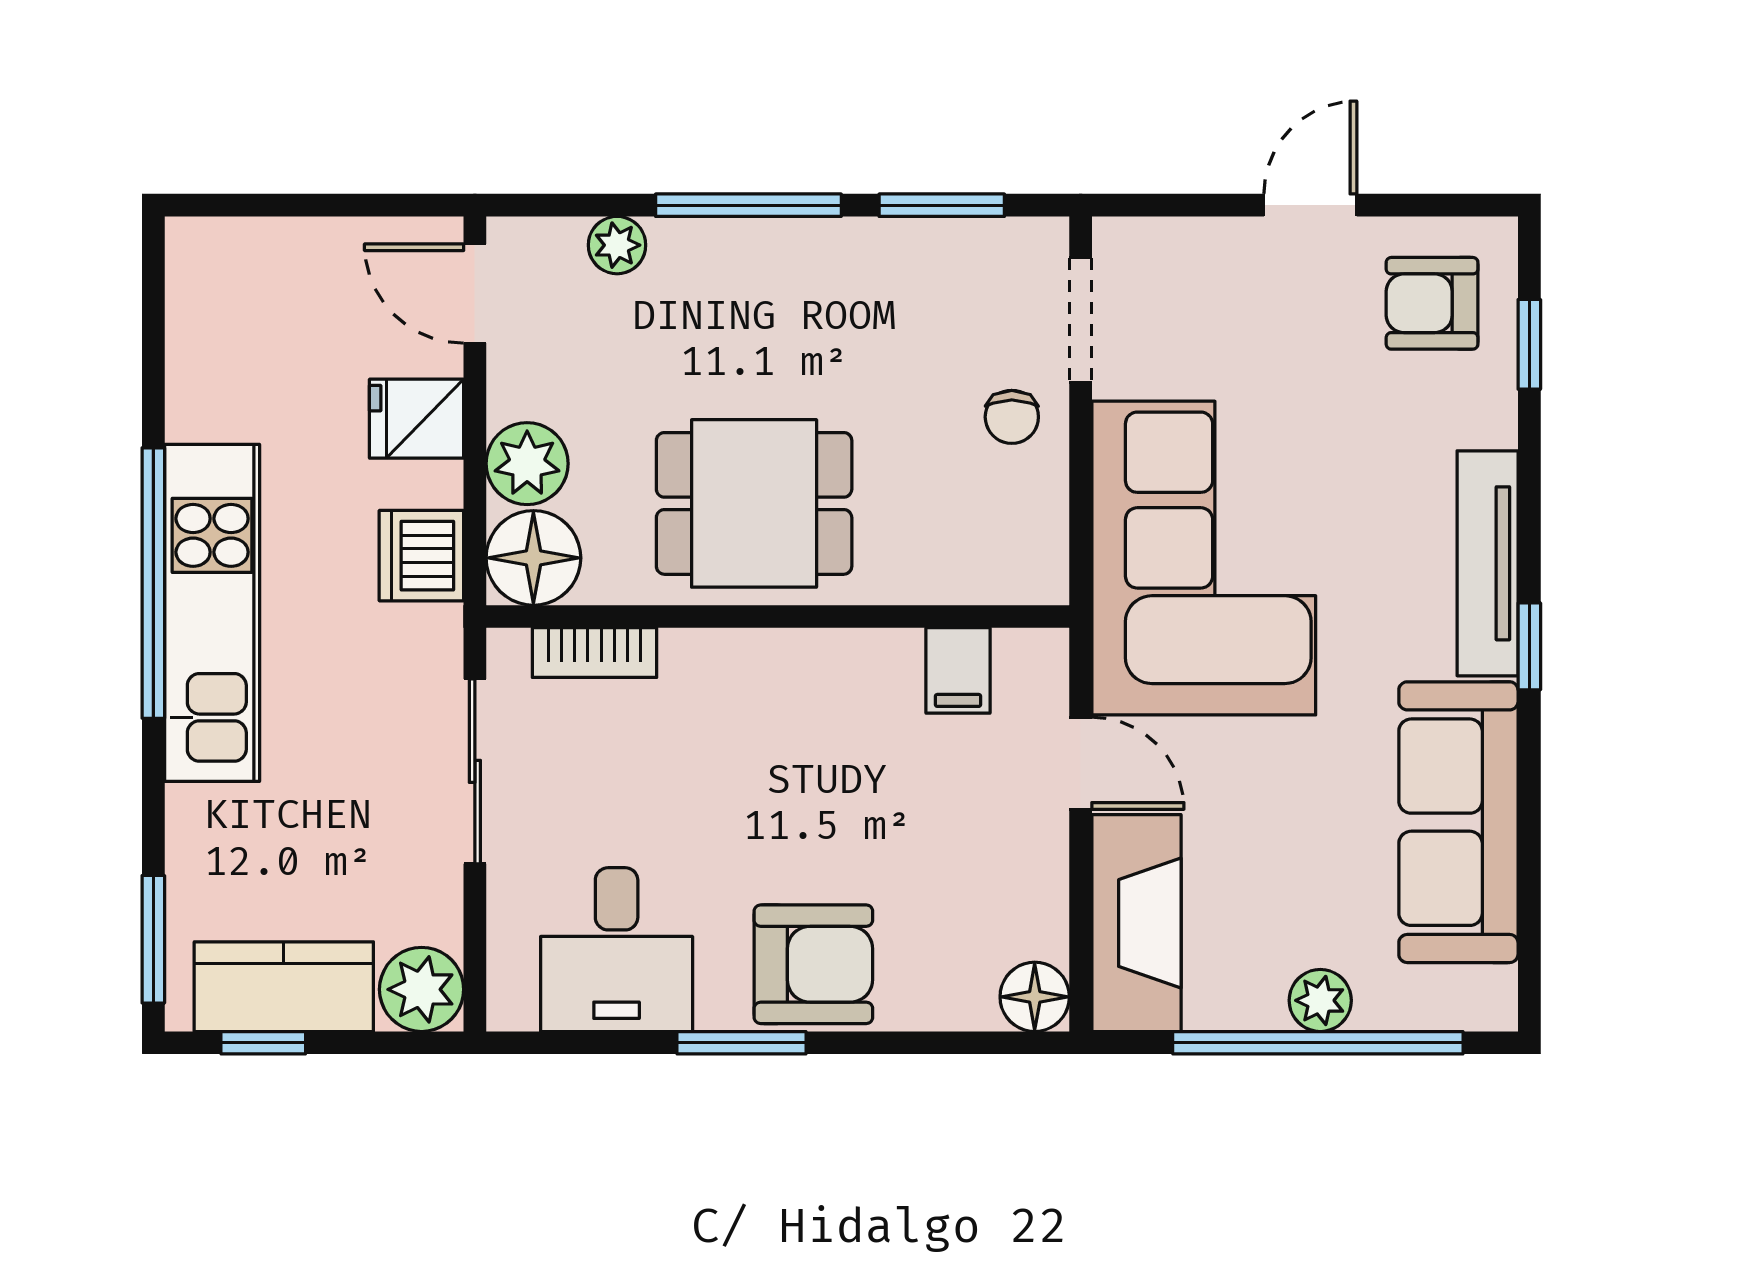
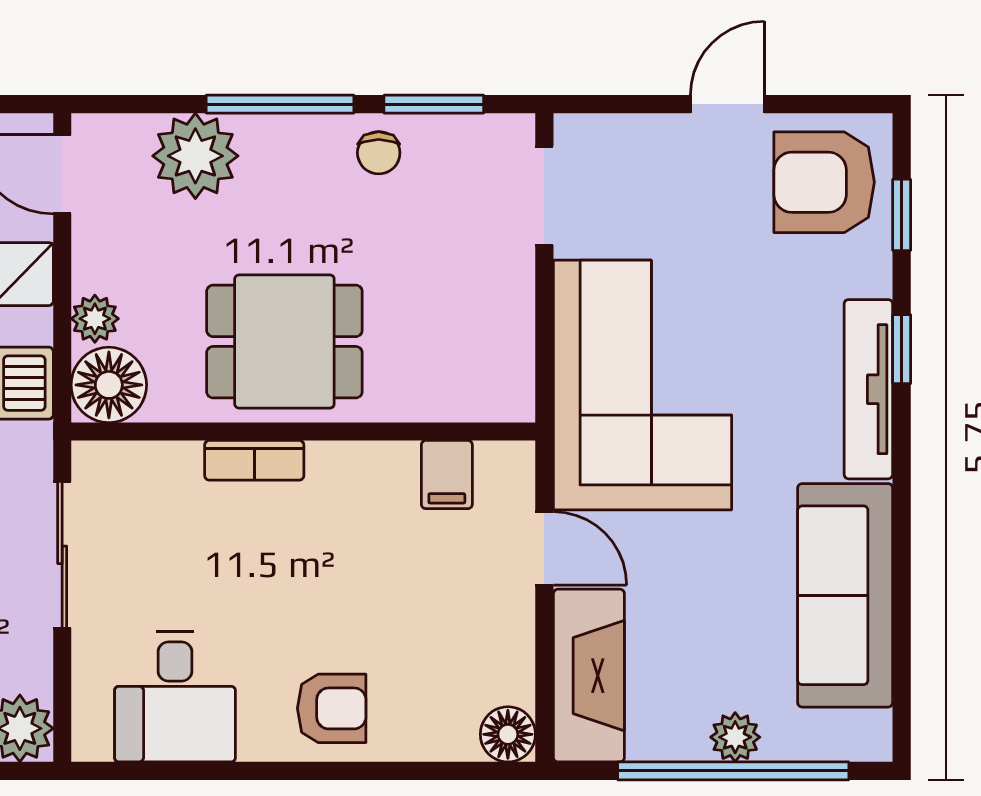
plant: (617, 245) -> (195, 156), width x1.87, depth x1.87
armchair: (1432, 303) -> (824, 182), width x1.38, depth x1.38
chair: (1012, 417) -> (379, 153), moved
plant: (527, 464) -> (95, 319), width x0.73, depth x0.73
window: (1529, 646) -> (902, 349), moved
bookcase: (595, 653) -> (254, 460), moved
armchair: (813, 964) -> (332, 708), width x0.72, depth x0.72
window: (741, 1043) -> (274, 771), removed

